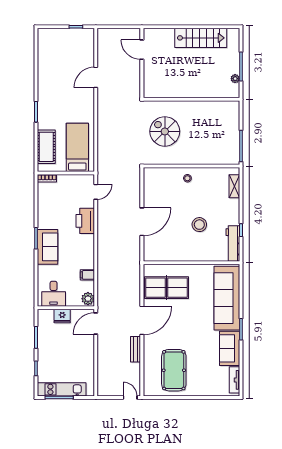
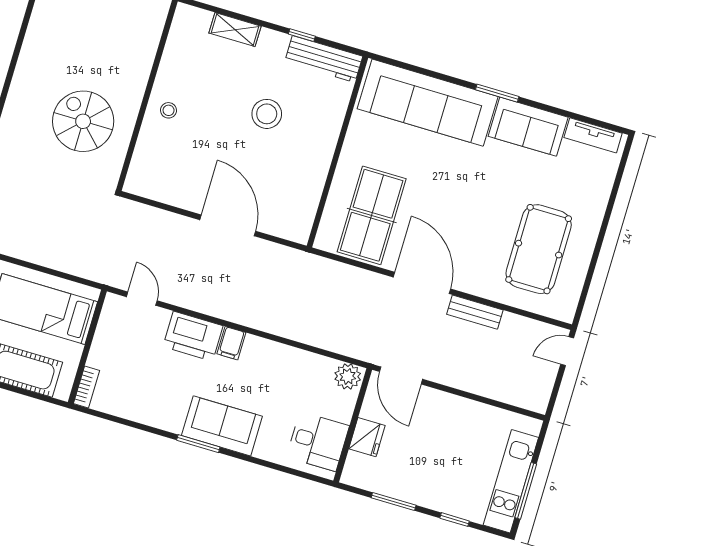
spiral stairs: (165, 131) -> (83, 121), moved, turned 90
shelving: (234, 186) -> (235, 30), moved
filing cabinet: (87, 275) -> (231, 343), moved
pool table: (174, 370) -> (539, 249), turned 90

